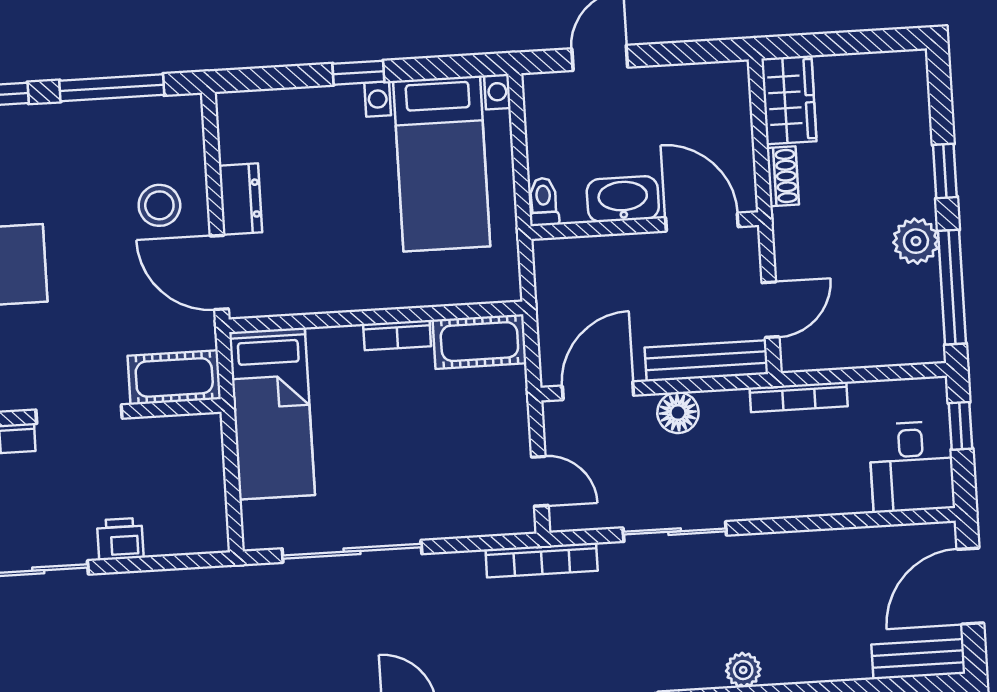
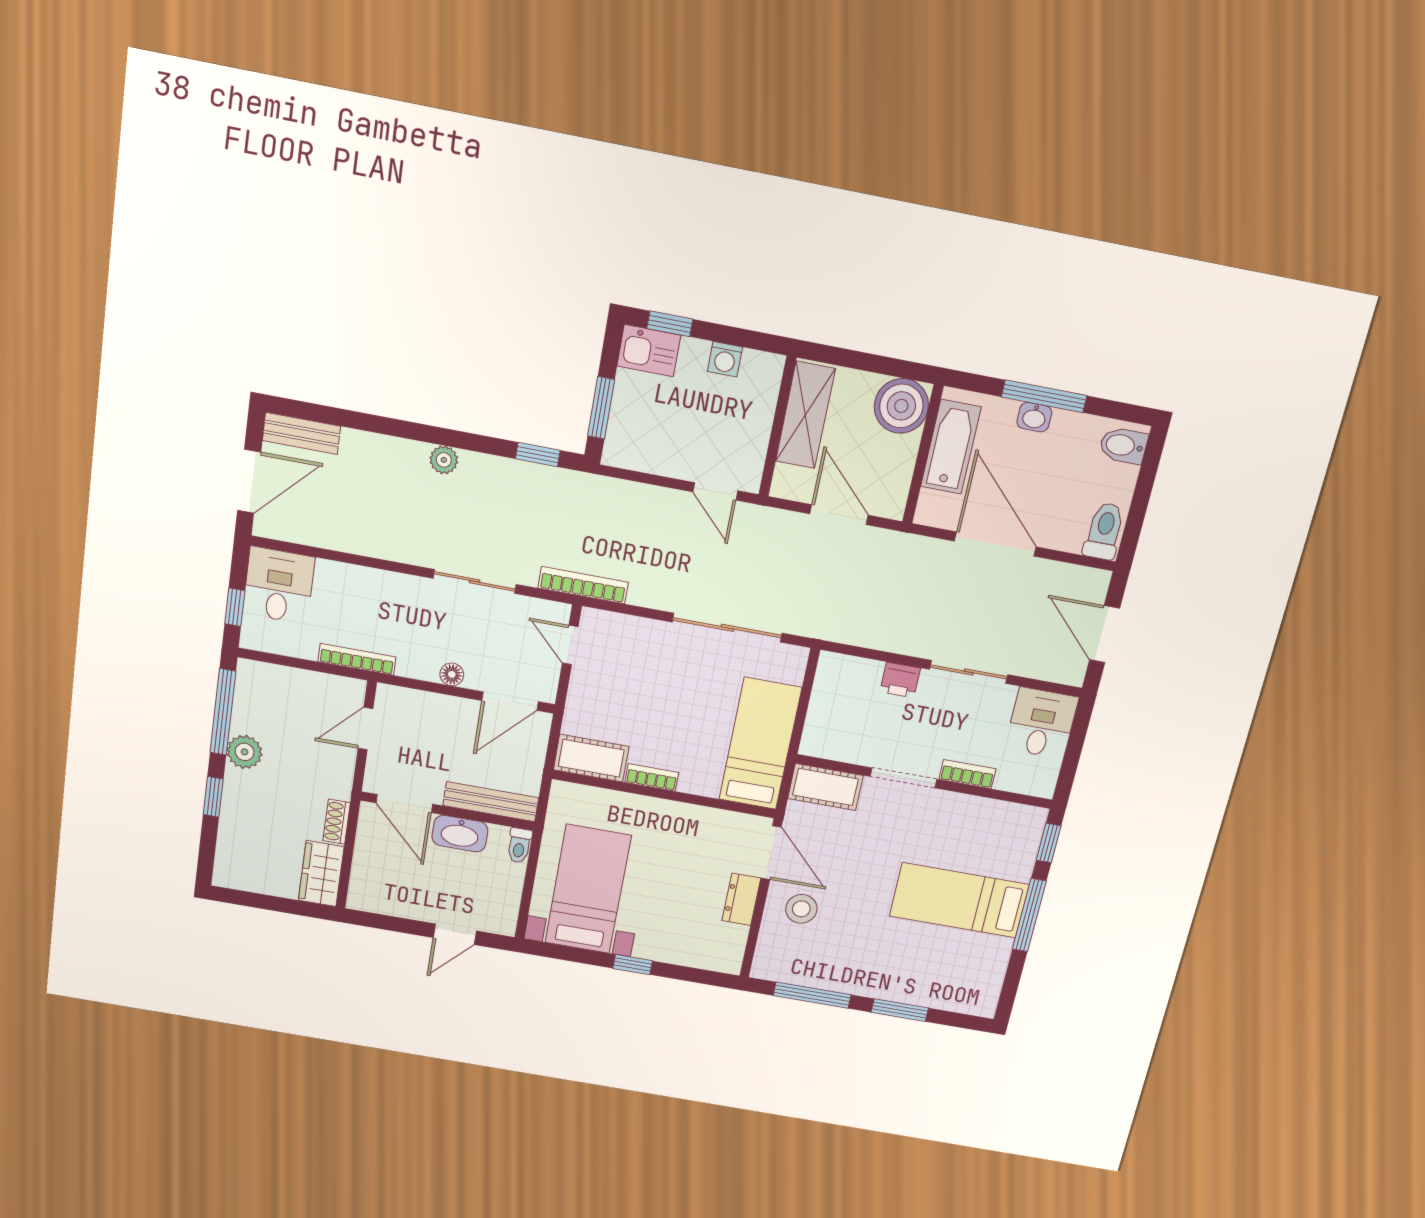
bench: (706, 361) -> (491, 802), moved
floor lamp: (678, 413) -> (452, 674), width x0.73, depth x0.73

